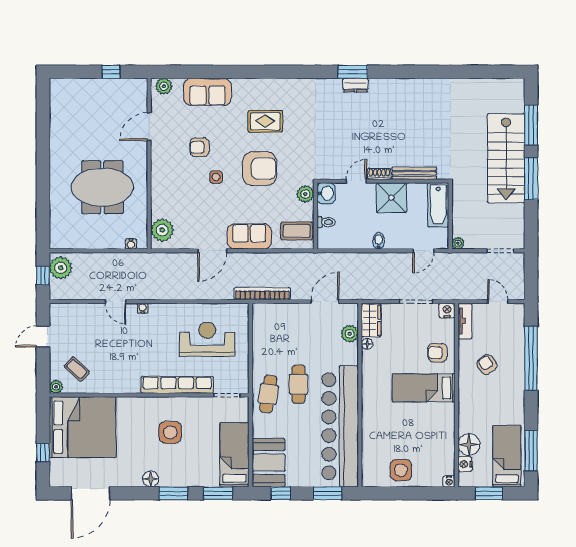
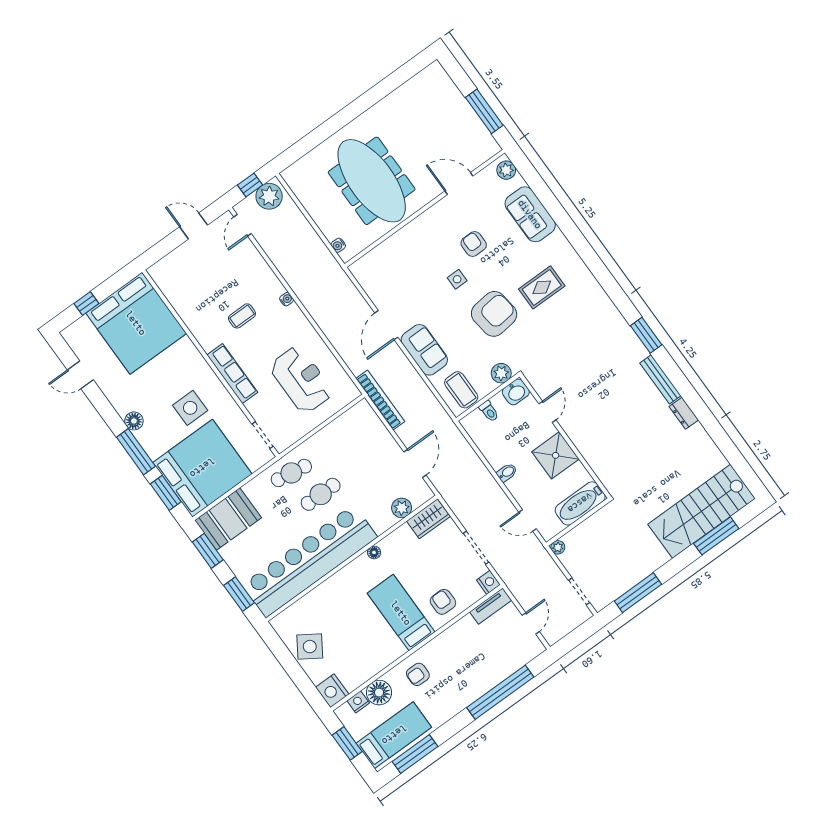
window: (111, 72) -> (484, 111), width x2.17
dresser: (355, 85) -> (684, 413), moved
rug: (265, 121) -> (542, 287), turned 90
stairs: (506, 158) -> (702, 511), moved
armchair: (260, 169) -> (494, 314), turned -97
bench: (414, 173) -> (660, 379), moved
shoe rack: (379, 174) -> (569, 428), removed
window: (531, 179) -> (638, 593), moved
door: (356, 181) -> (547, 412), hinge flipped
meeting table: (102, 187) -> (372, 181), width x1.36
plant: (162, 230) -> (372, 265), removed
door: (212, 251) -> (386, 325), hinge flipped
door: (116, 302) -> (242, 225), moved
door: (325, 302) -> (415, 463), hinge flipped
floor lamp: (367, 344) -> (374, 552), moved
armchair: (487, 365) -> (418, 674), moved, turned -145
coffee table: (77, 369) -> (242, 316), moved, turned 47
row of seats: (177, 385) -> (232, 374), width x0.73
plant: (56, 387) -> (156, 272), removed
bed: (234, 455) -> (202, 468), width x2.04
side table: (401, 470) -> (310, 647), turned 33
nightstand: (449, 481) -> (332, 691), width x1.89, depth x1.79
door: (91, 493) -> (80, 375), width x0.53
window: (174, 493) -> (136, 452), width x1.44
window: (281, 493) -> (208, 551), width x1.50

